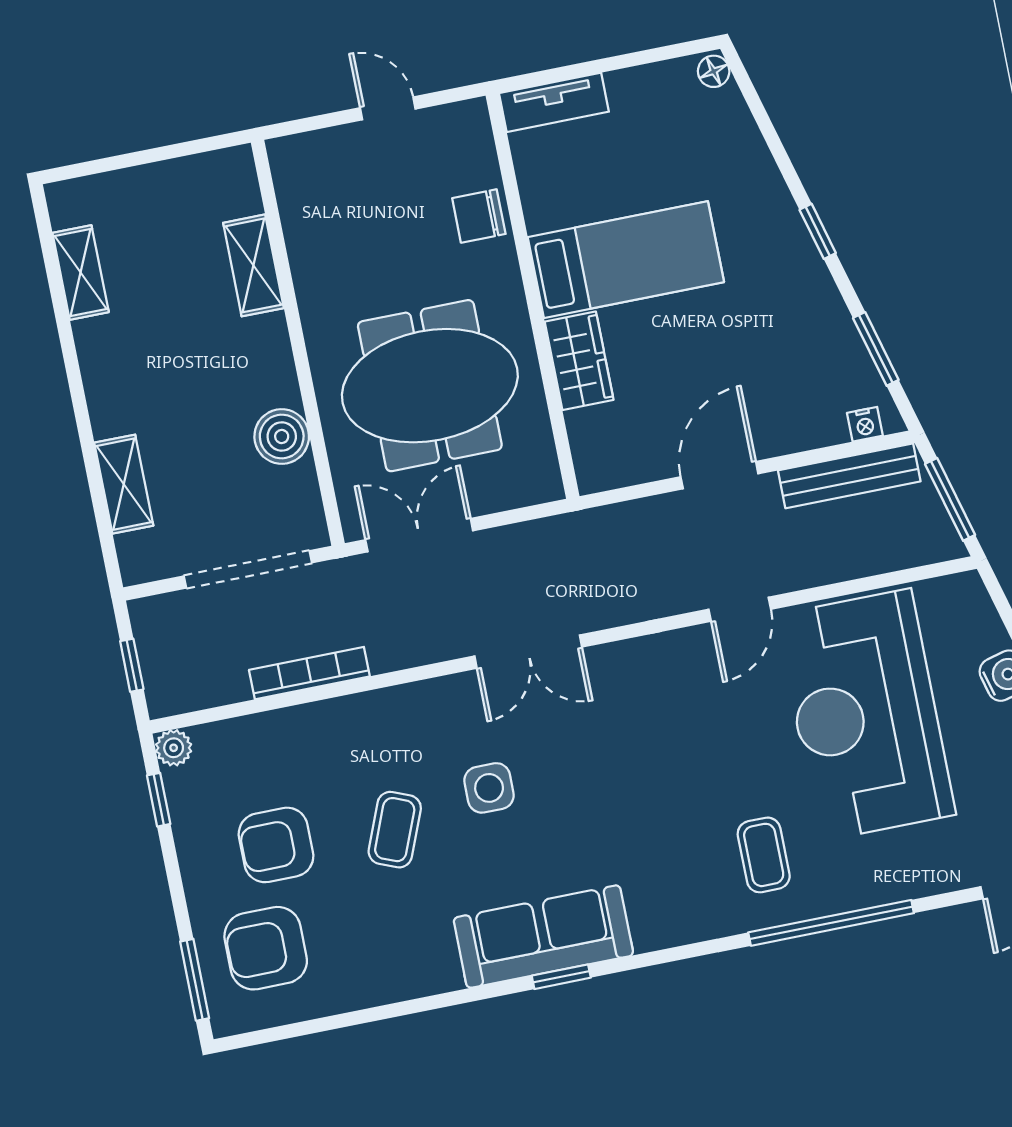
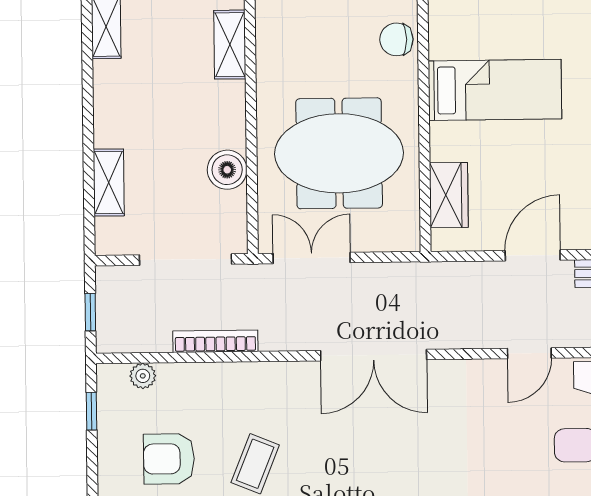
wardrobe: (579, 361) -> (449, 195), moved
double door: (528, 652) -> (374, 355), width x1.37
plant: (174, 748) -> (143, 376), moved
side table: (489, 788) -> (328, 447), removed

